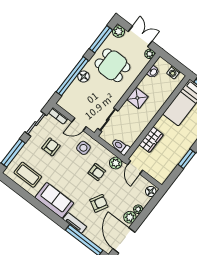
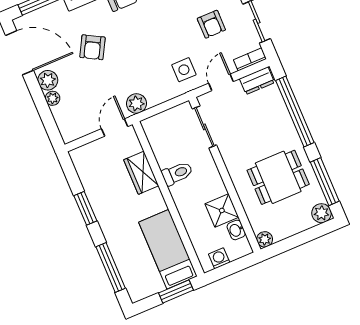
double door: (140, 36) -> (297, 240), removed
floor lamp: (84, 77) -> (285, 127), removed
shower: (137, 98) -> (222, 210), moved
dresser: (67, 106) -> (257, 81), added
toilet: (120, 147) -> (177, 173), moved
door: (135, 167) -> (115, 128), hinge flipped
armchair: (97, 172) -> (139, 69), removed
floor lamp: (151, 191) -> (68, 131), removed

